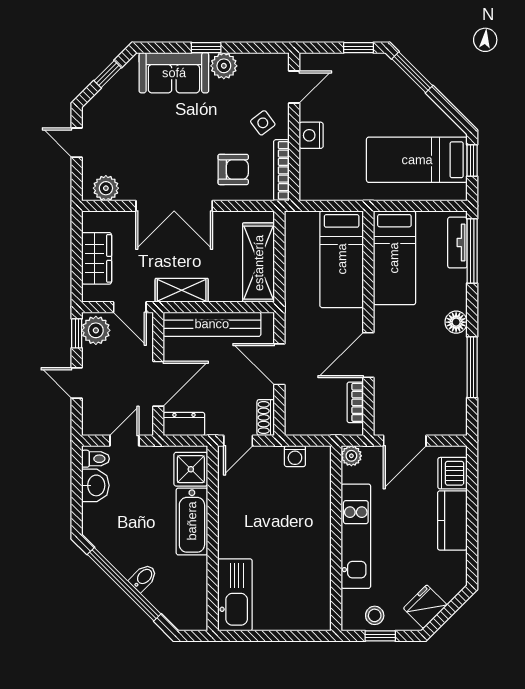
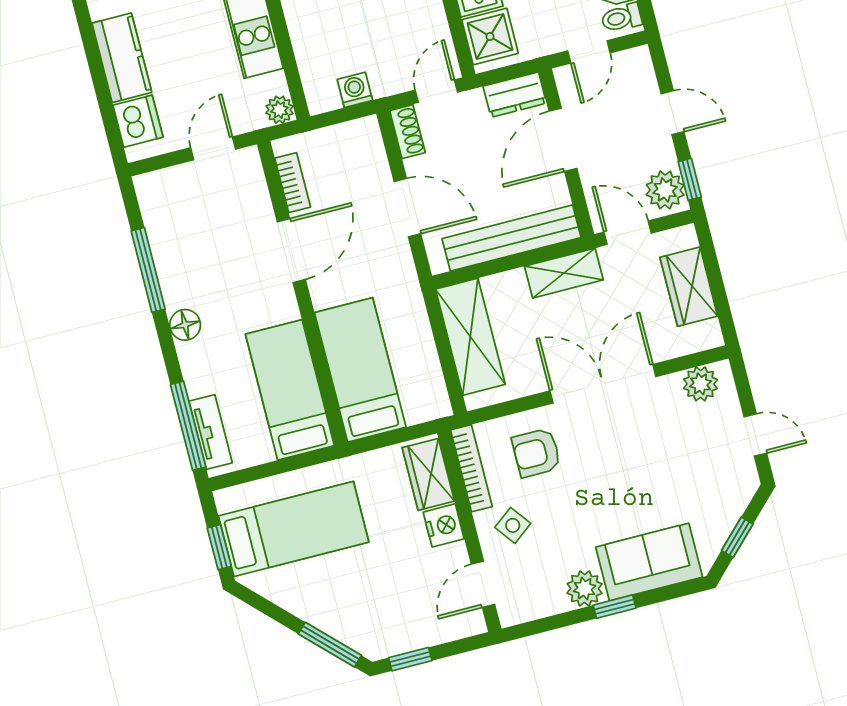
wardrobe: (313, 174) -> (428, 474), added
door: (405, 441) -> (213, 148), width x0.73

